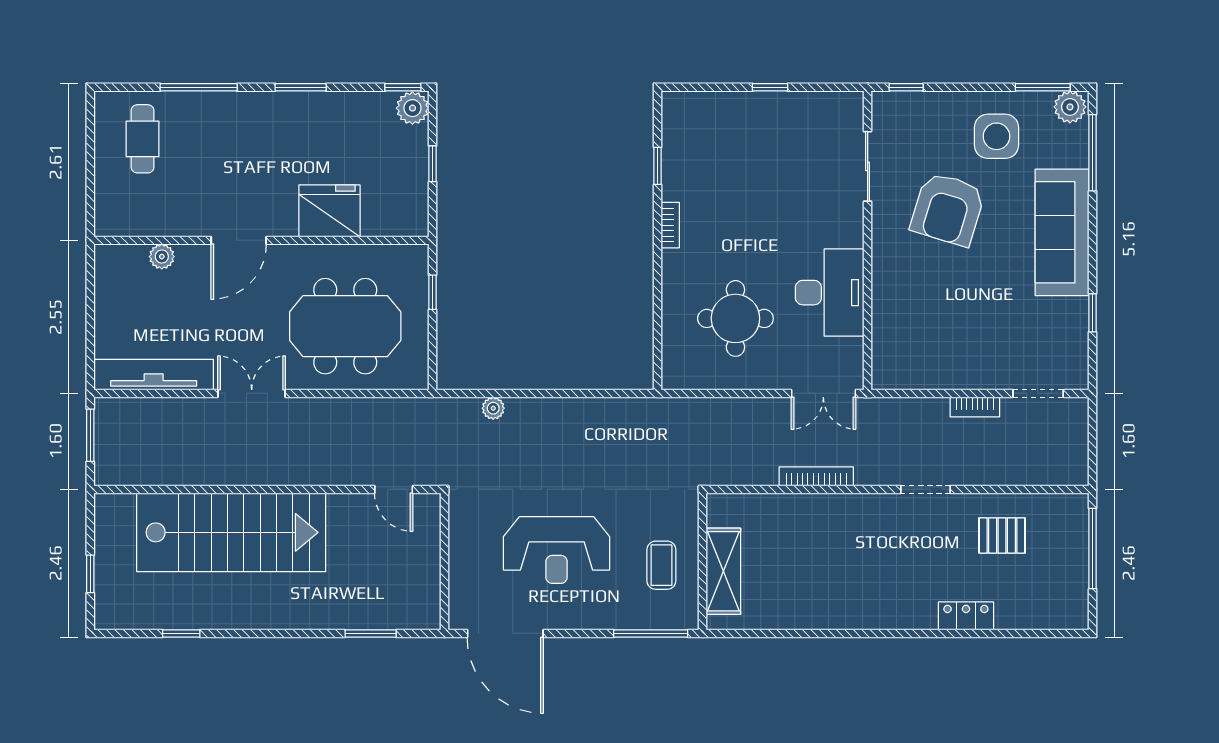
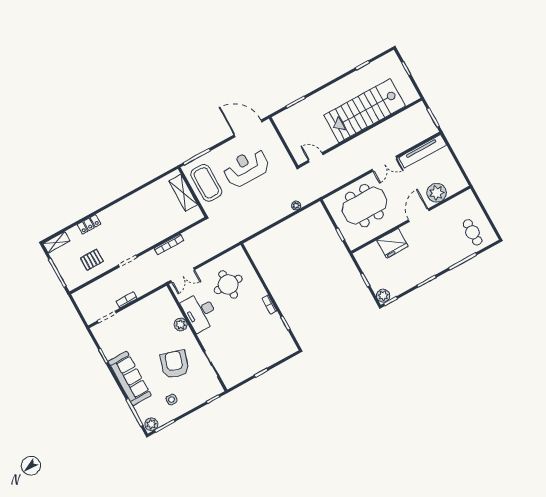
side table: (996, 136) -> (172, 400), width x0.54, depth x0.54
plant: (162, 257) -> (437, 193), width x1.87, depth x1.87
plant: (887, 288) -> (181, 324), added
double door: (823, 393) -> (183, 275), swing flipped
coffee table: (661, 565) -> (206, 183), width x1.86, depth x1.72
shelving: (1058, 616) -> (56, 242), added

